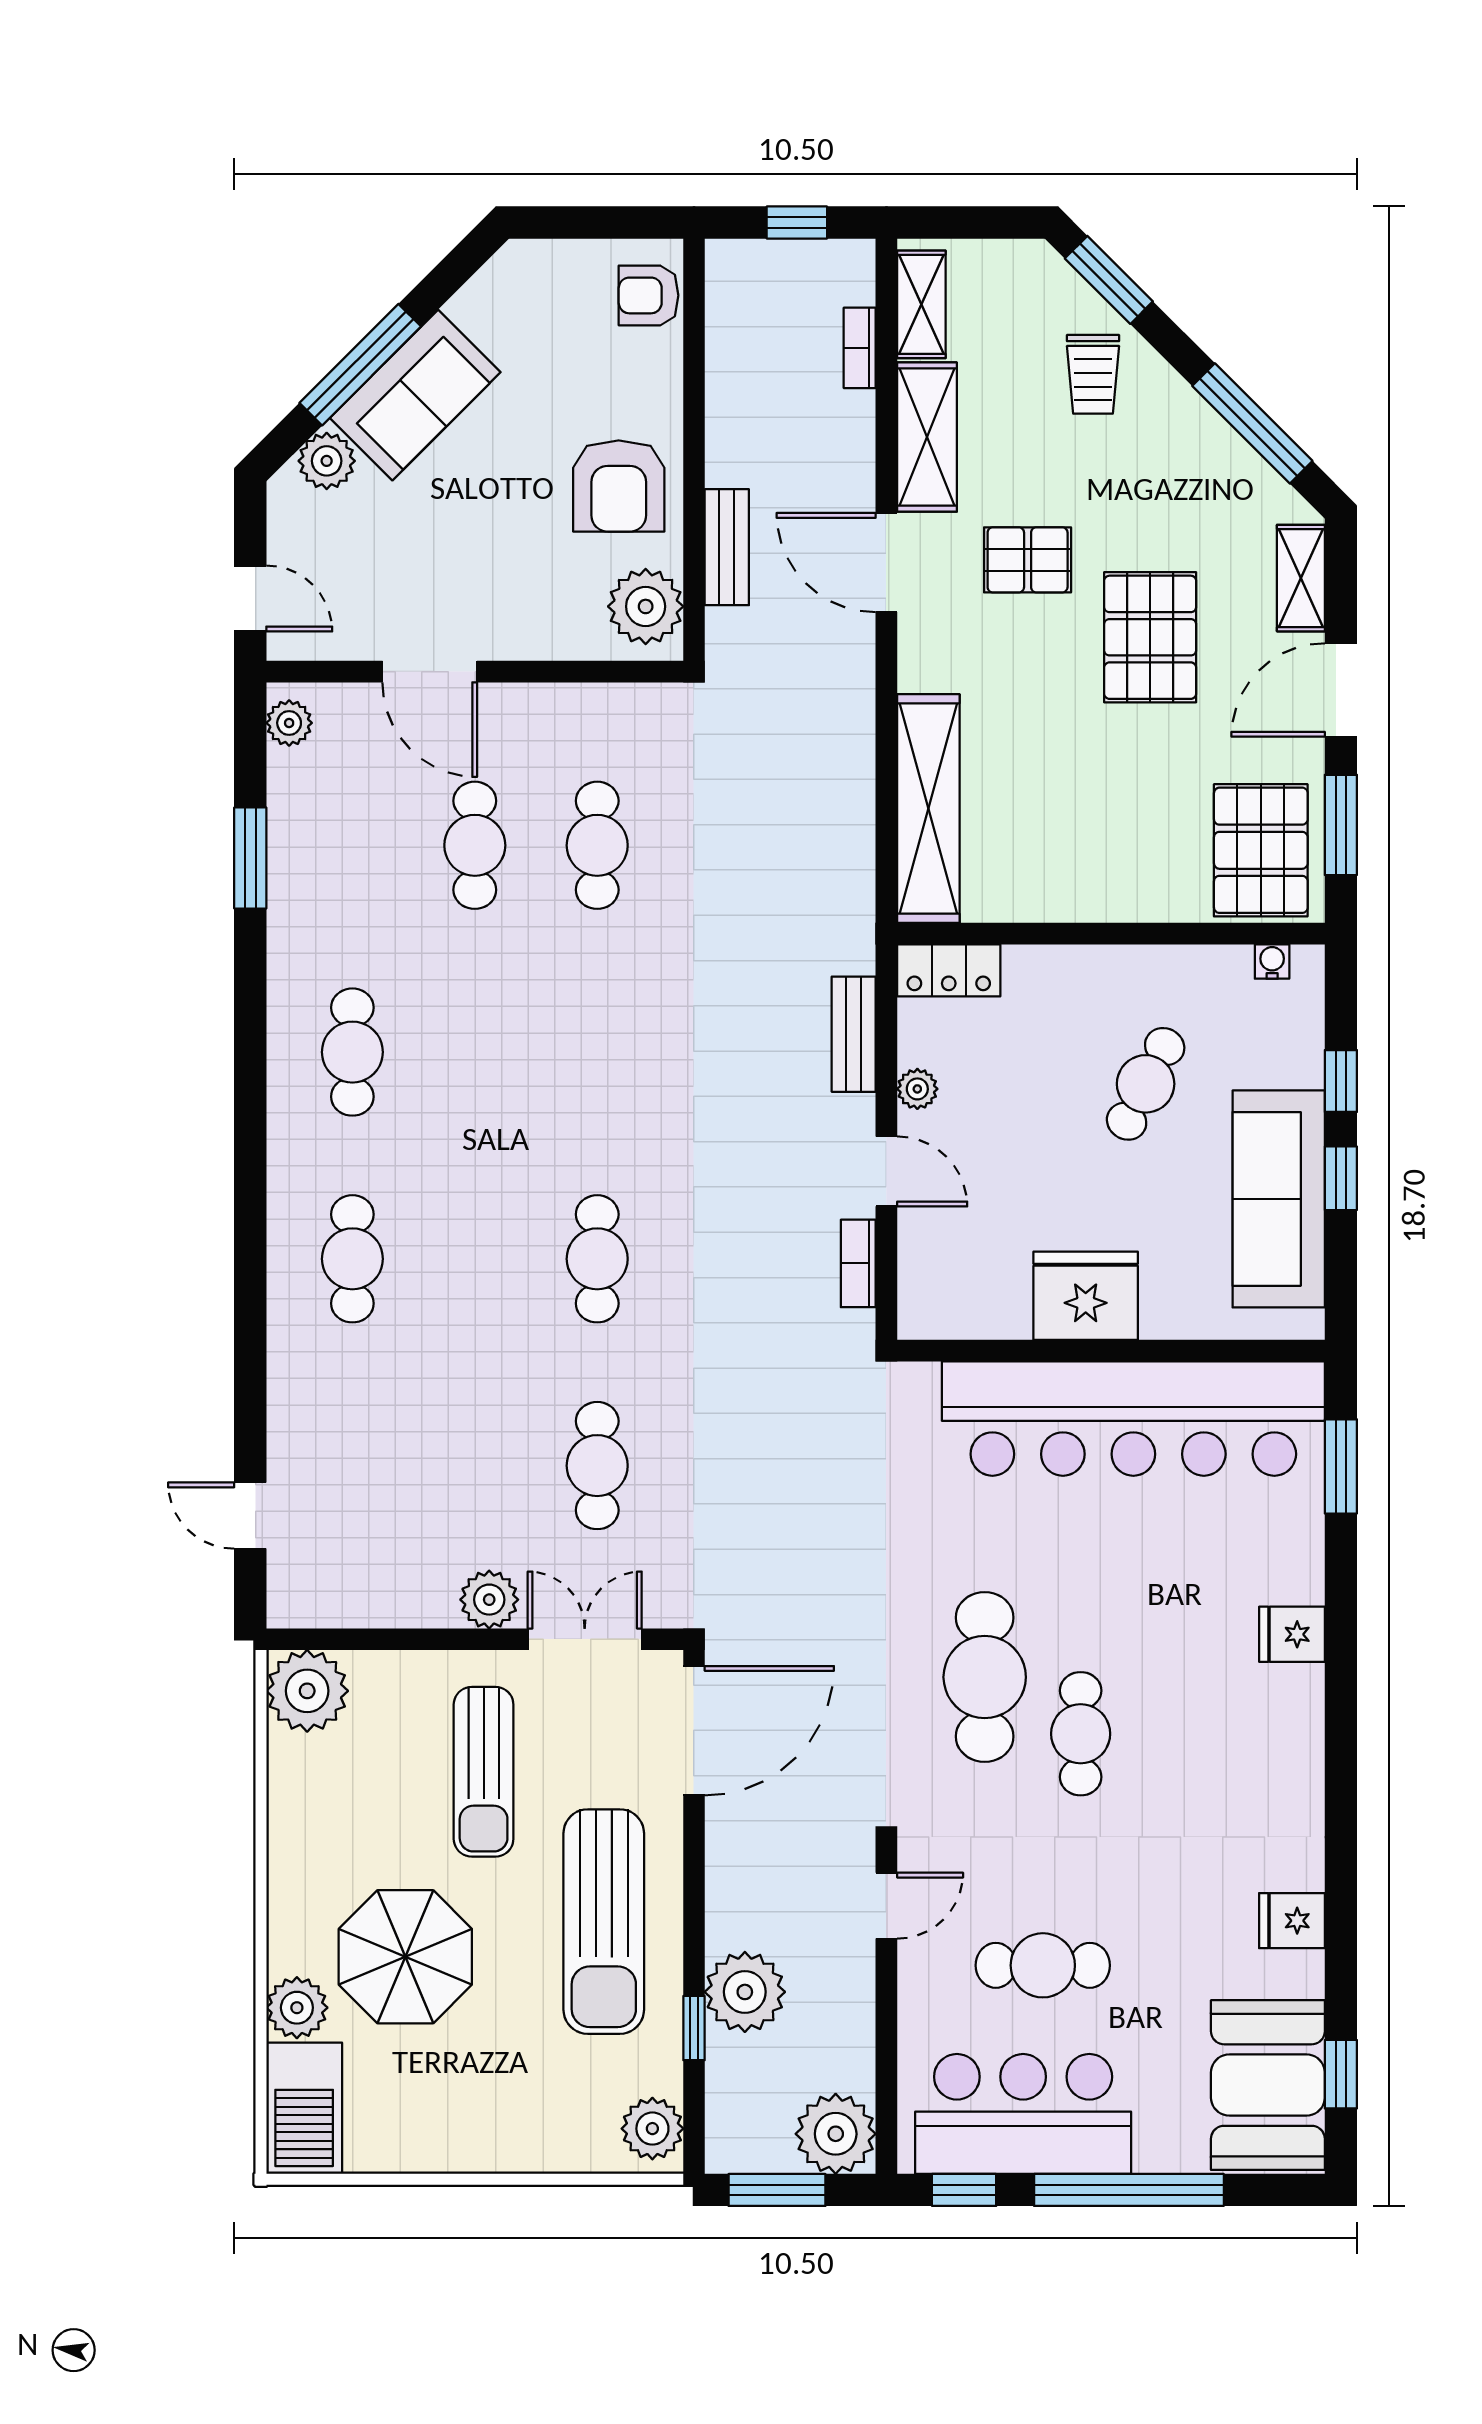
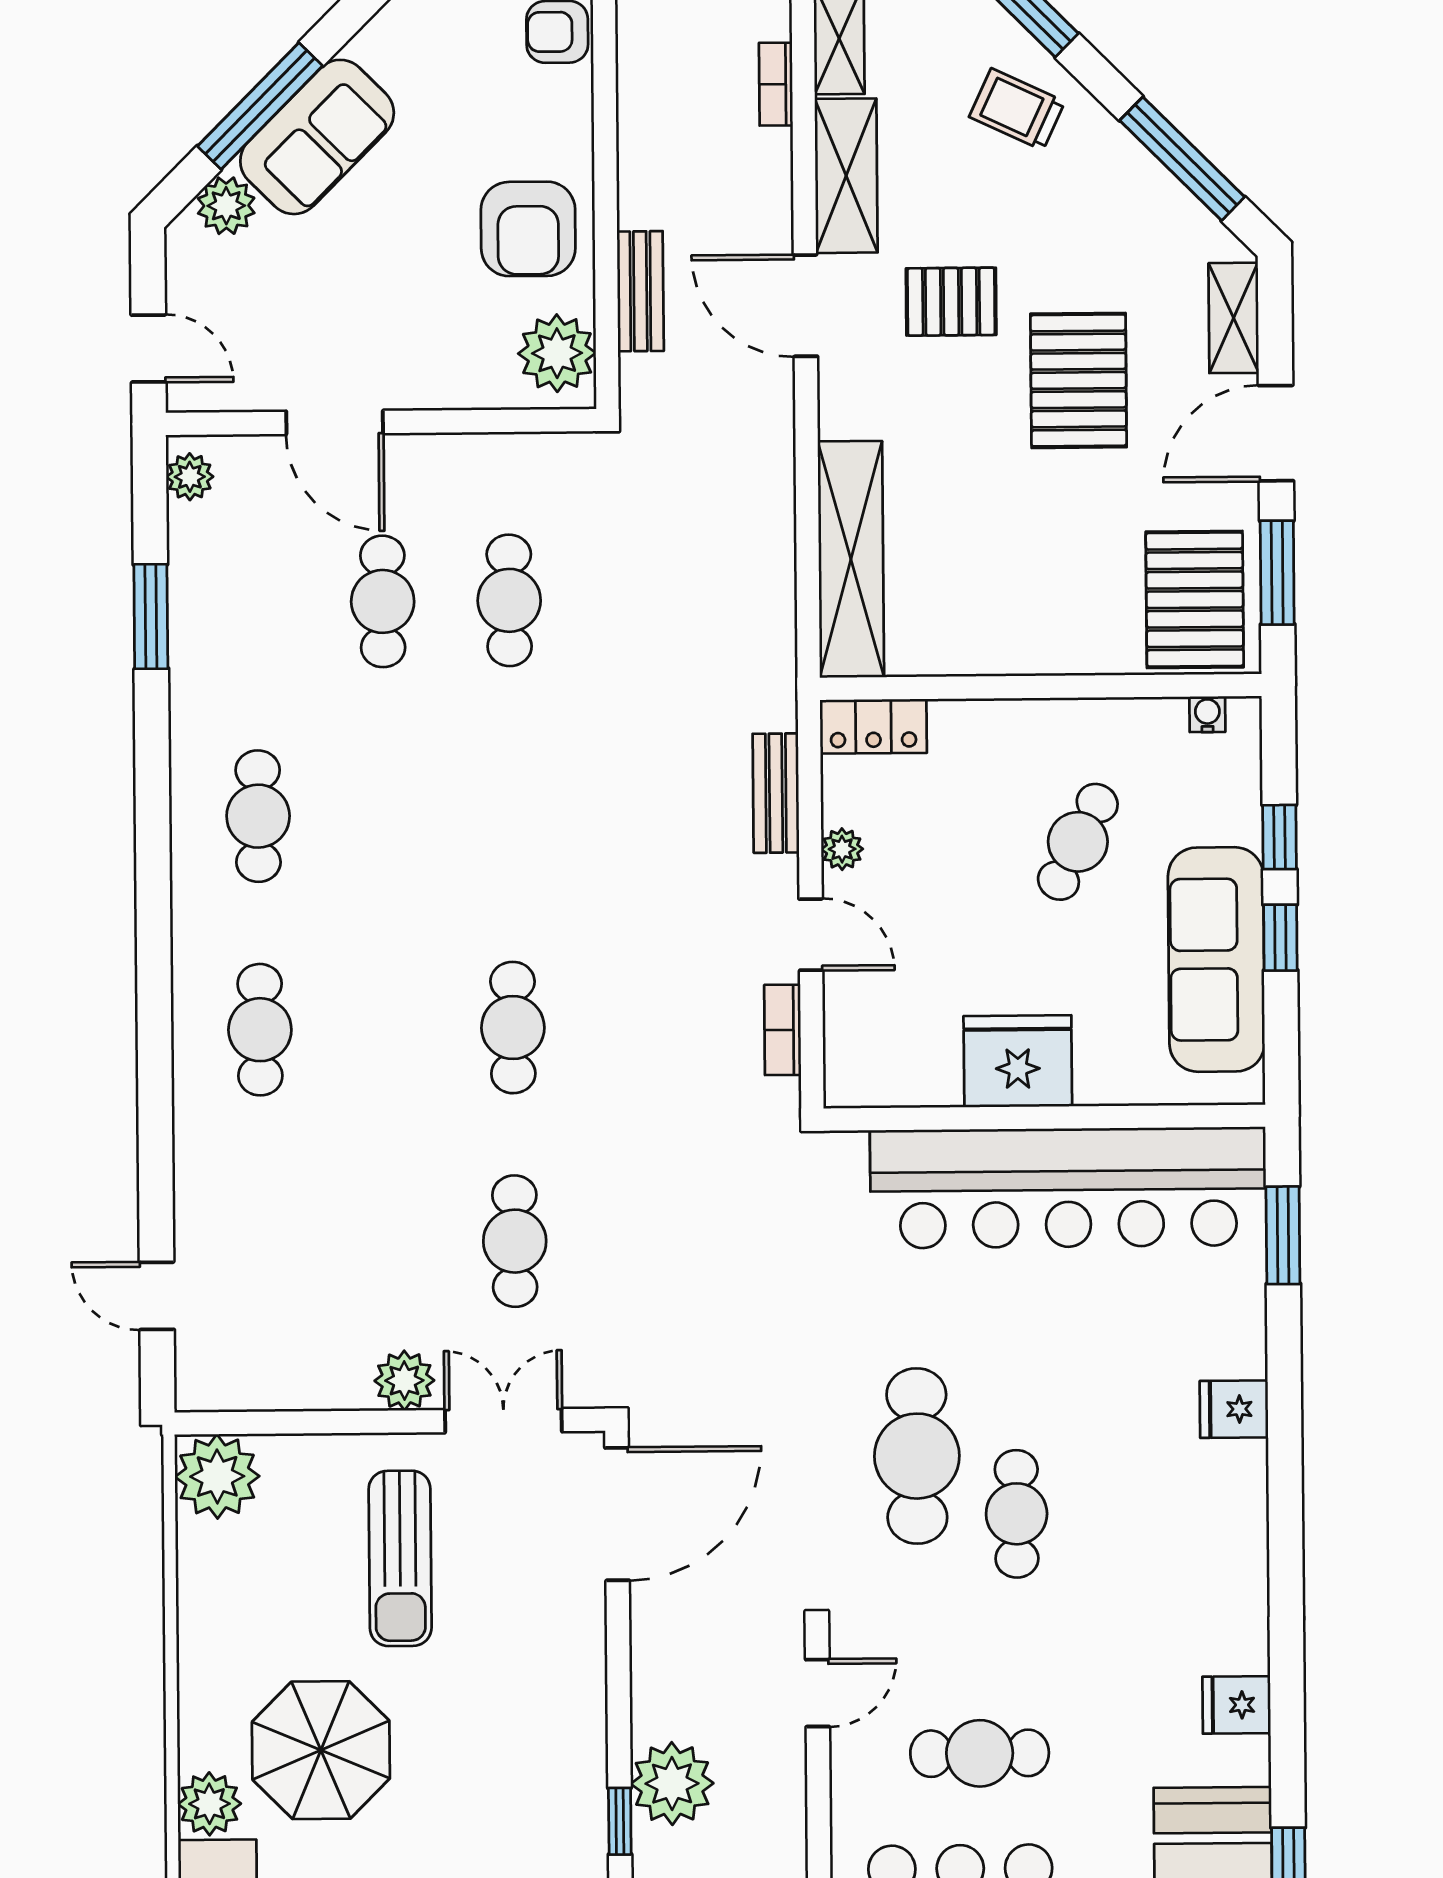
trolley: (1093, 374) -> (1017, 109), turned 115
sun lounger: (604, 1922) -> (526, 1712), removed

